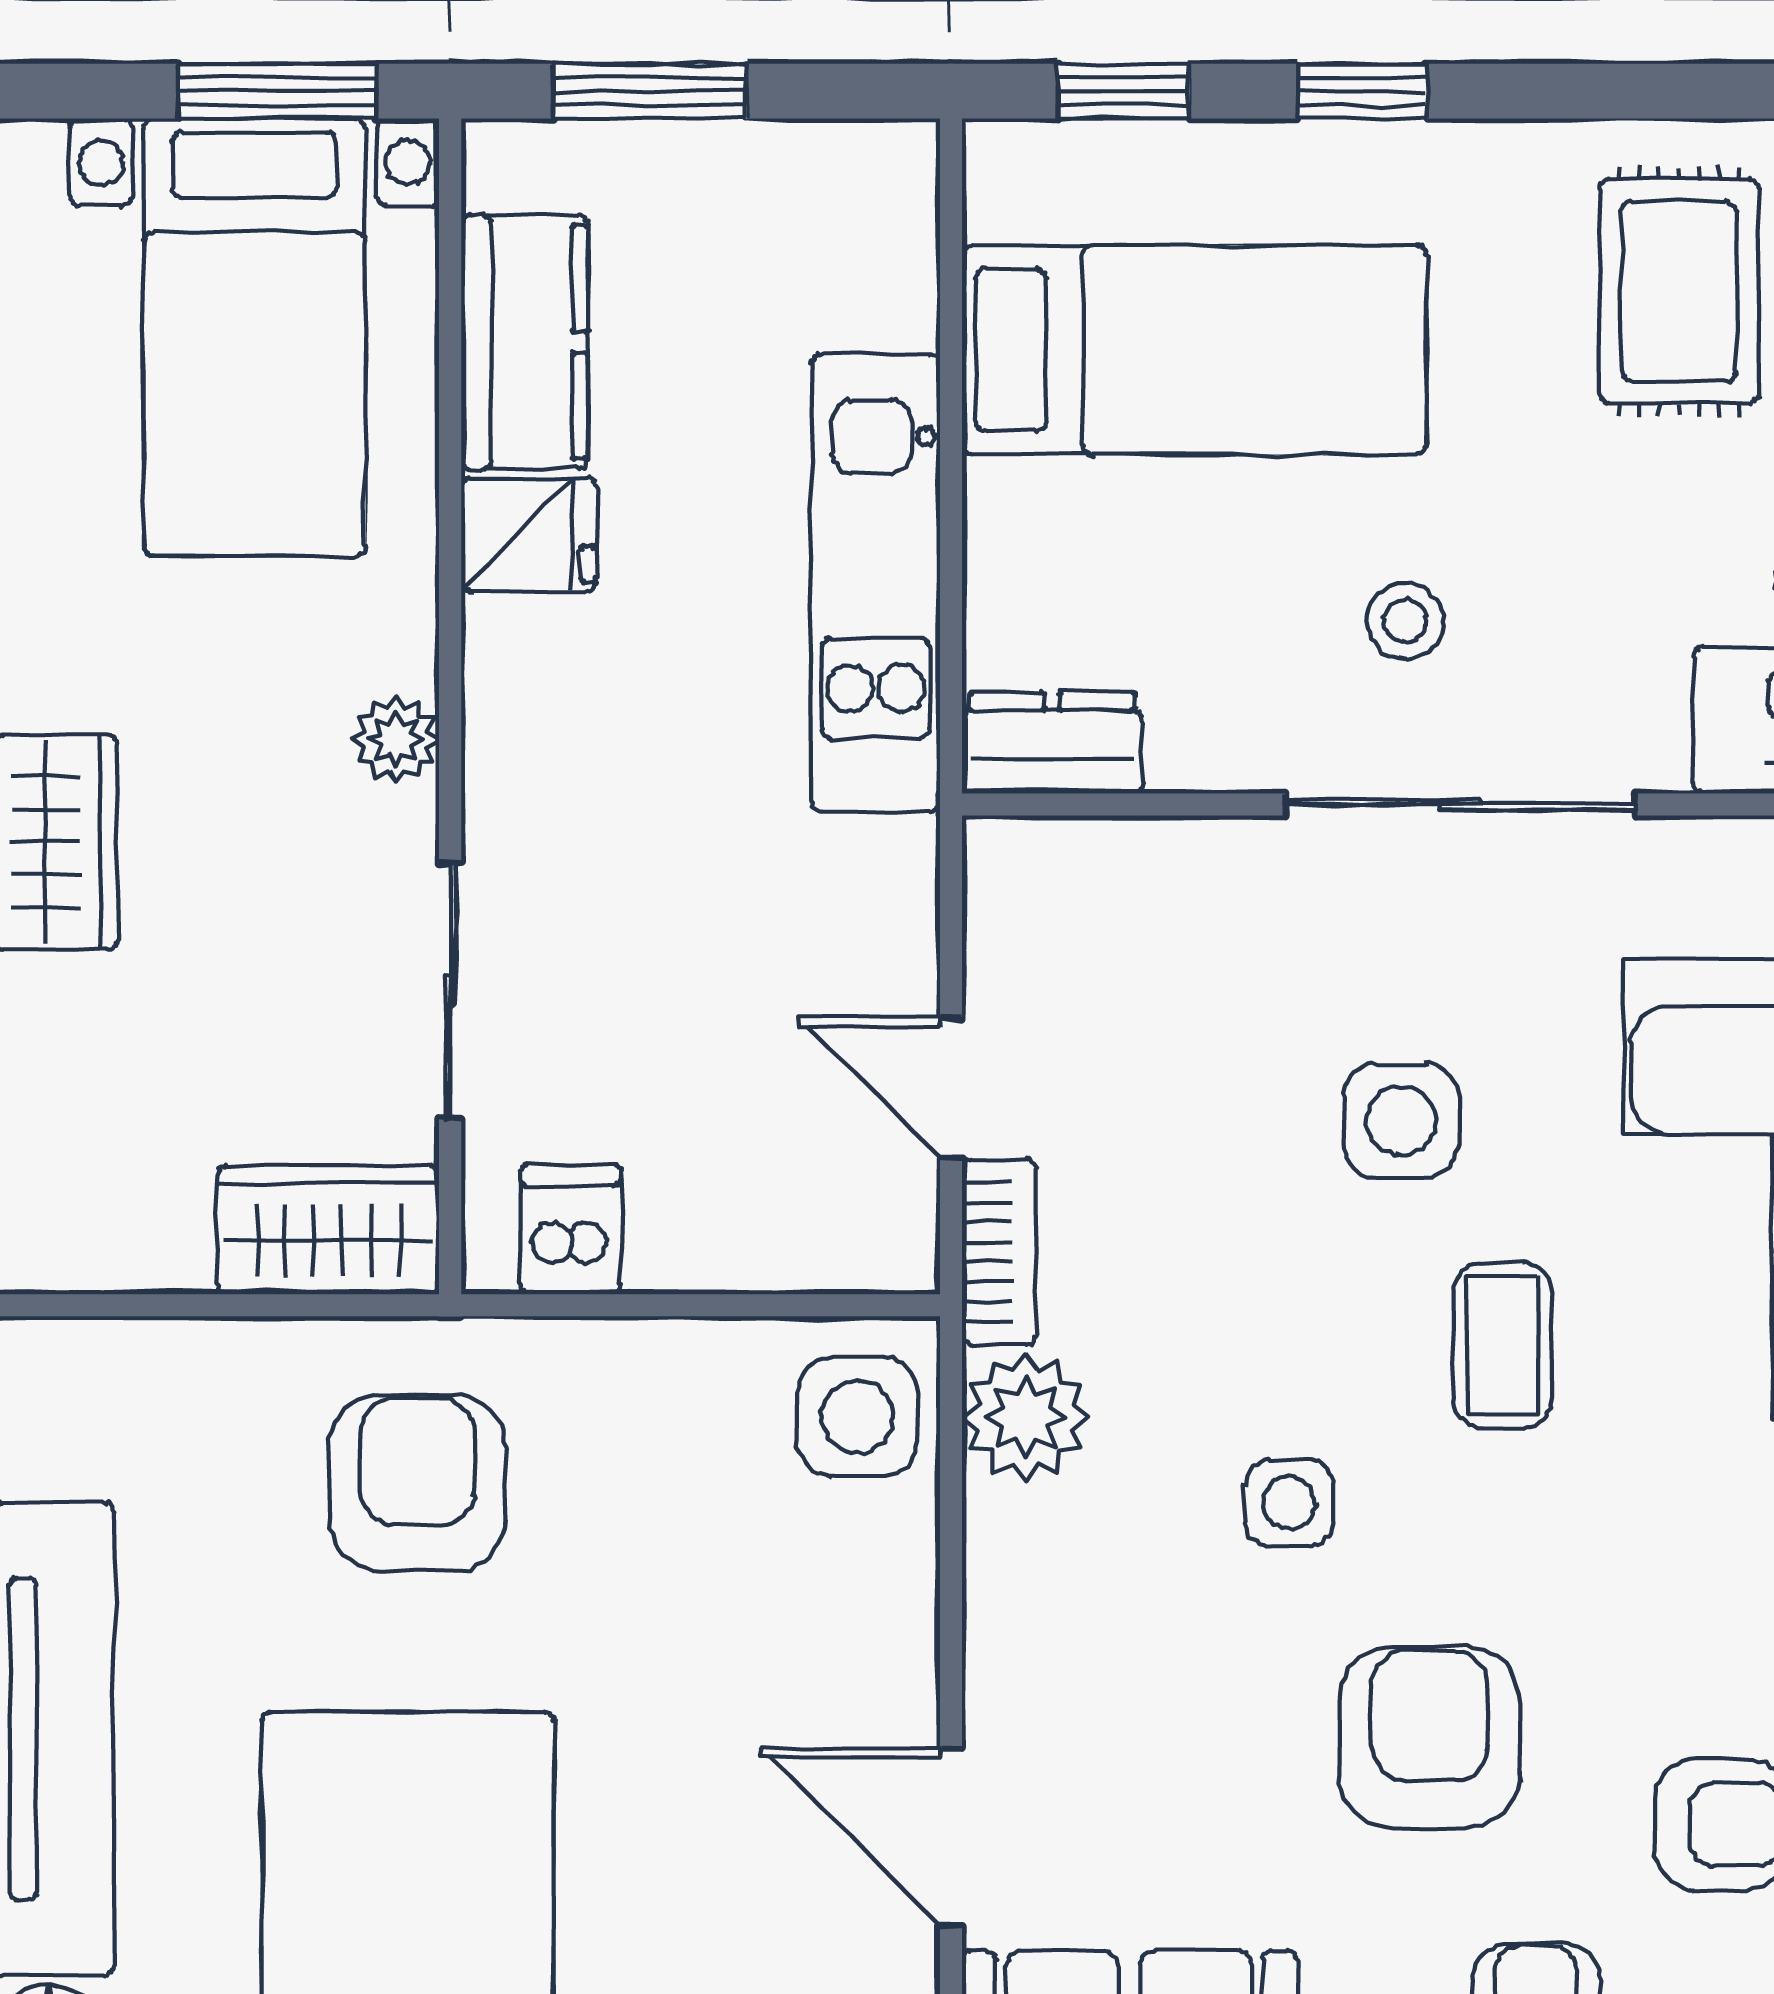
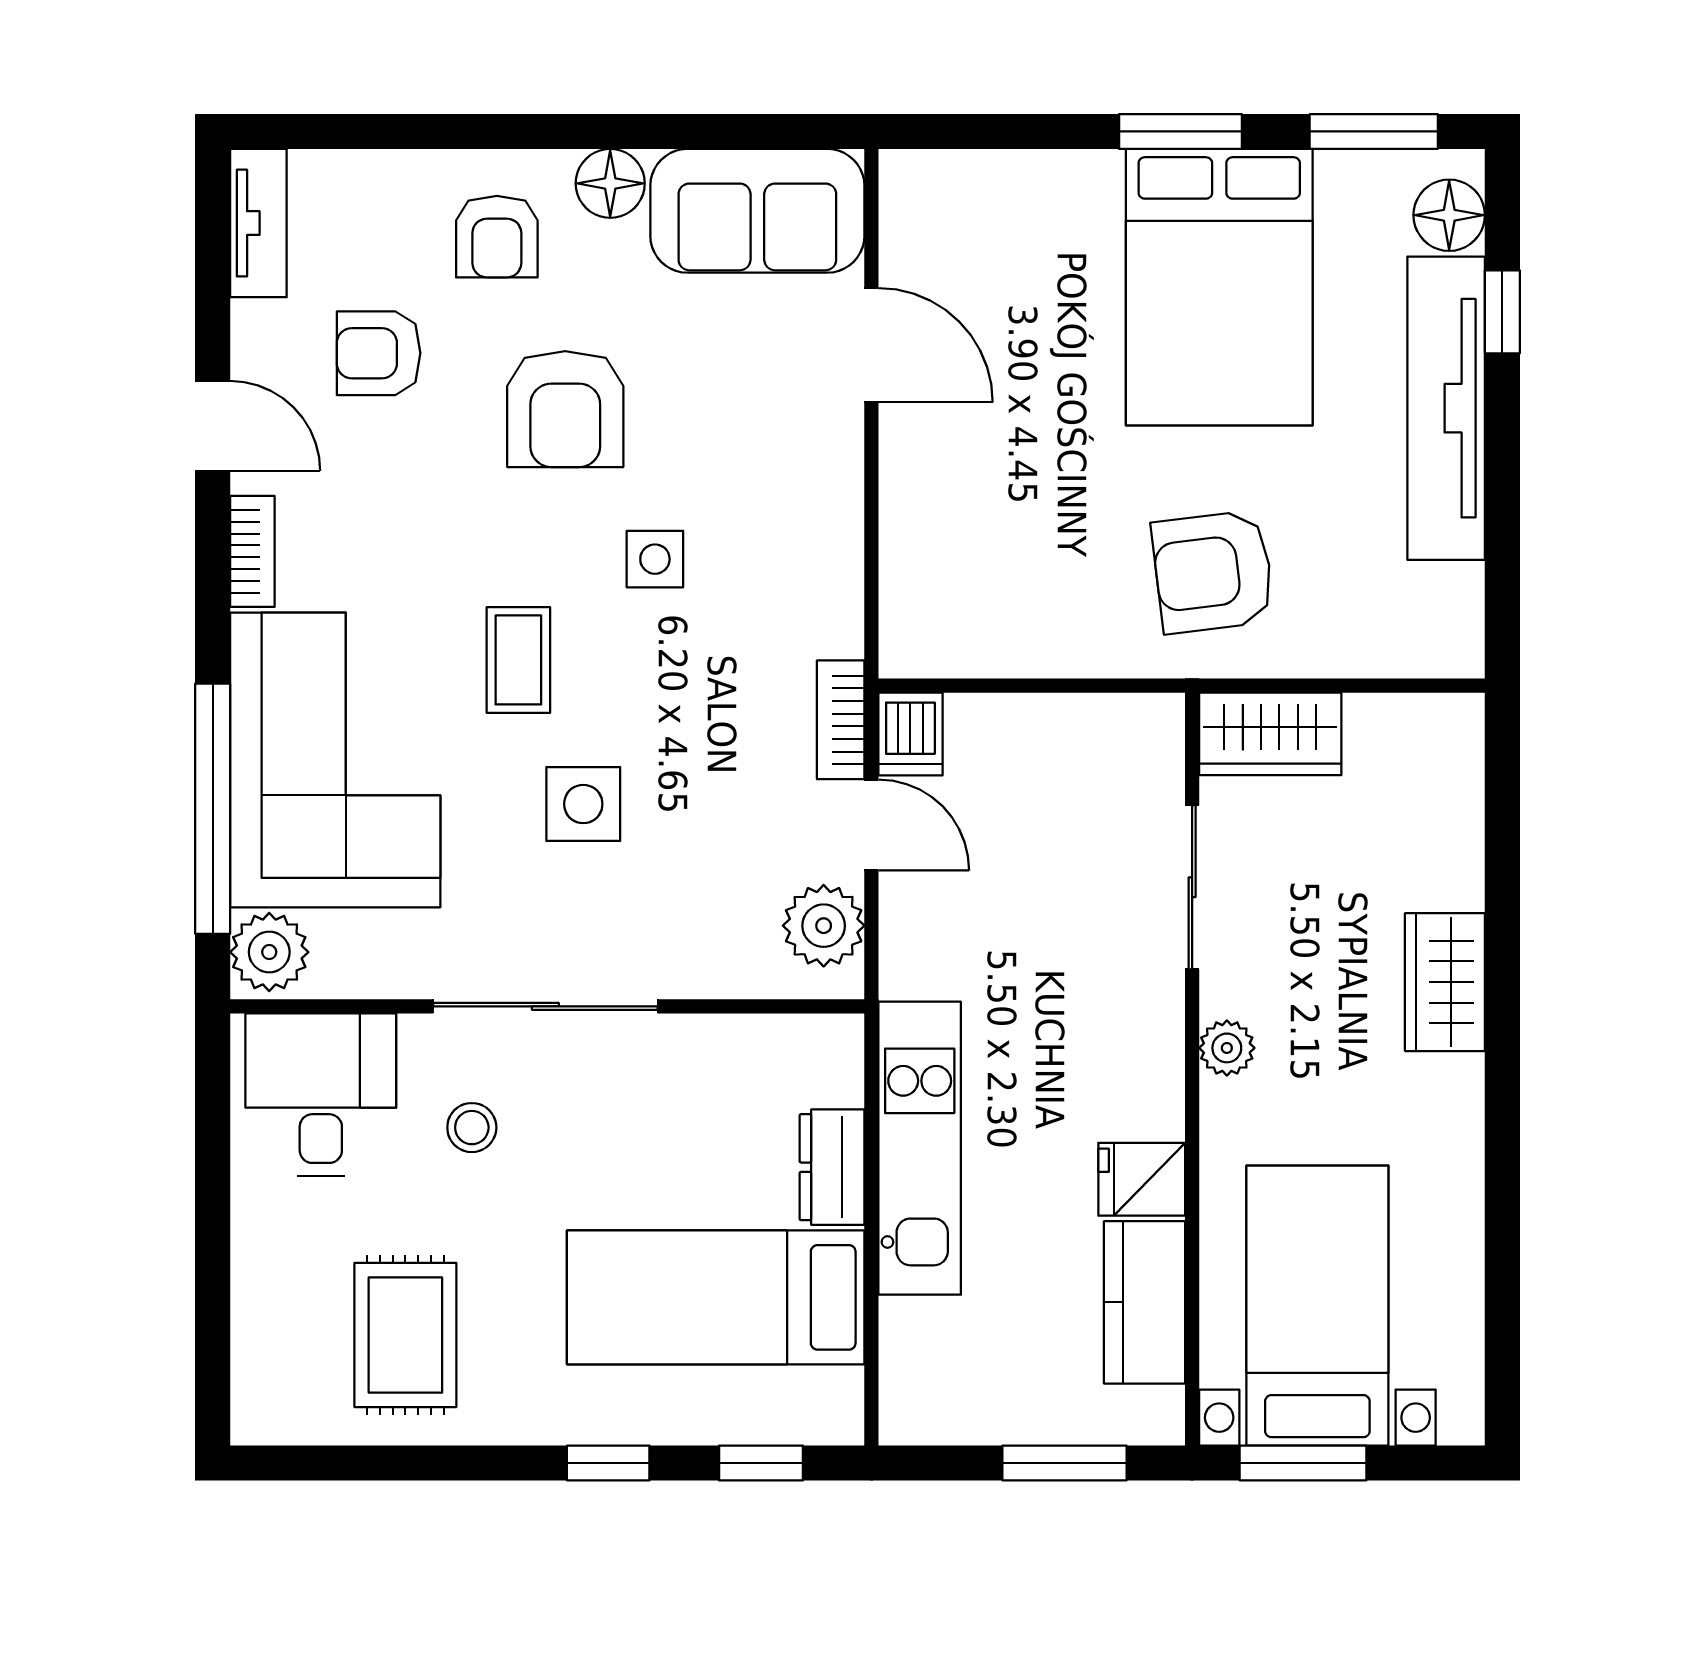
stool: (1405, 621) -> (472, 1128), moved
dresser: (1052, 743) -> (832, 1167), moved, turned 90
dishwasher: (570, 1230) -> (910, 734), moved
side table: (857, 1417) -> (931, 614), removed
plant: (1026, 1417) -> (824, 926), moved
armchair: (417, 1483) -> (1213, 572), turned 83

